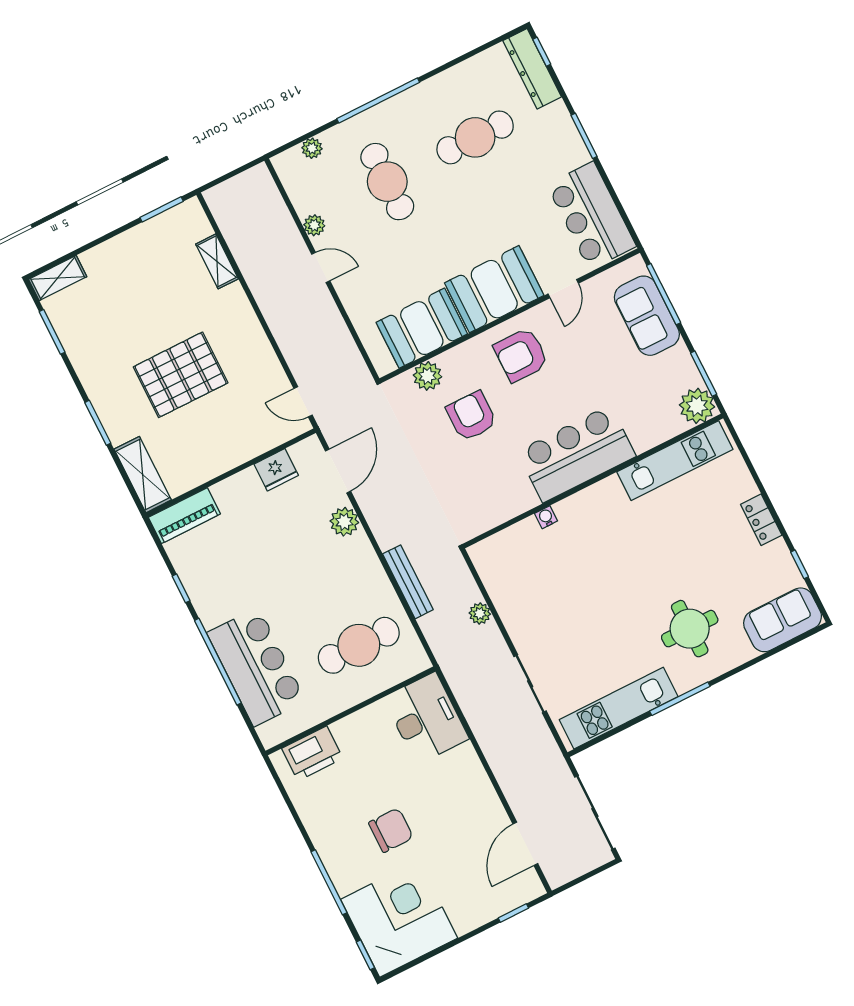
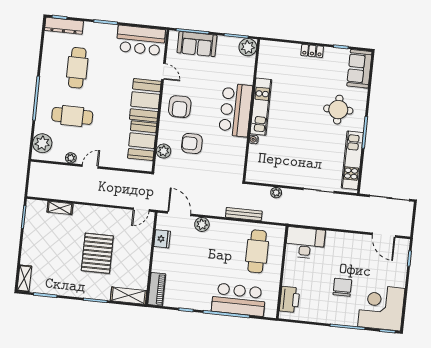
plant: (312, 148) -> (42, 143), width x1.87, depth x1.87
kitchen unit: (675, 461) -> (261, 107), moved

